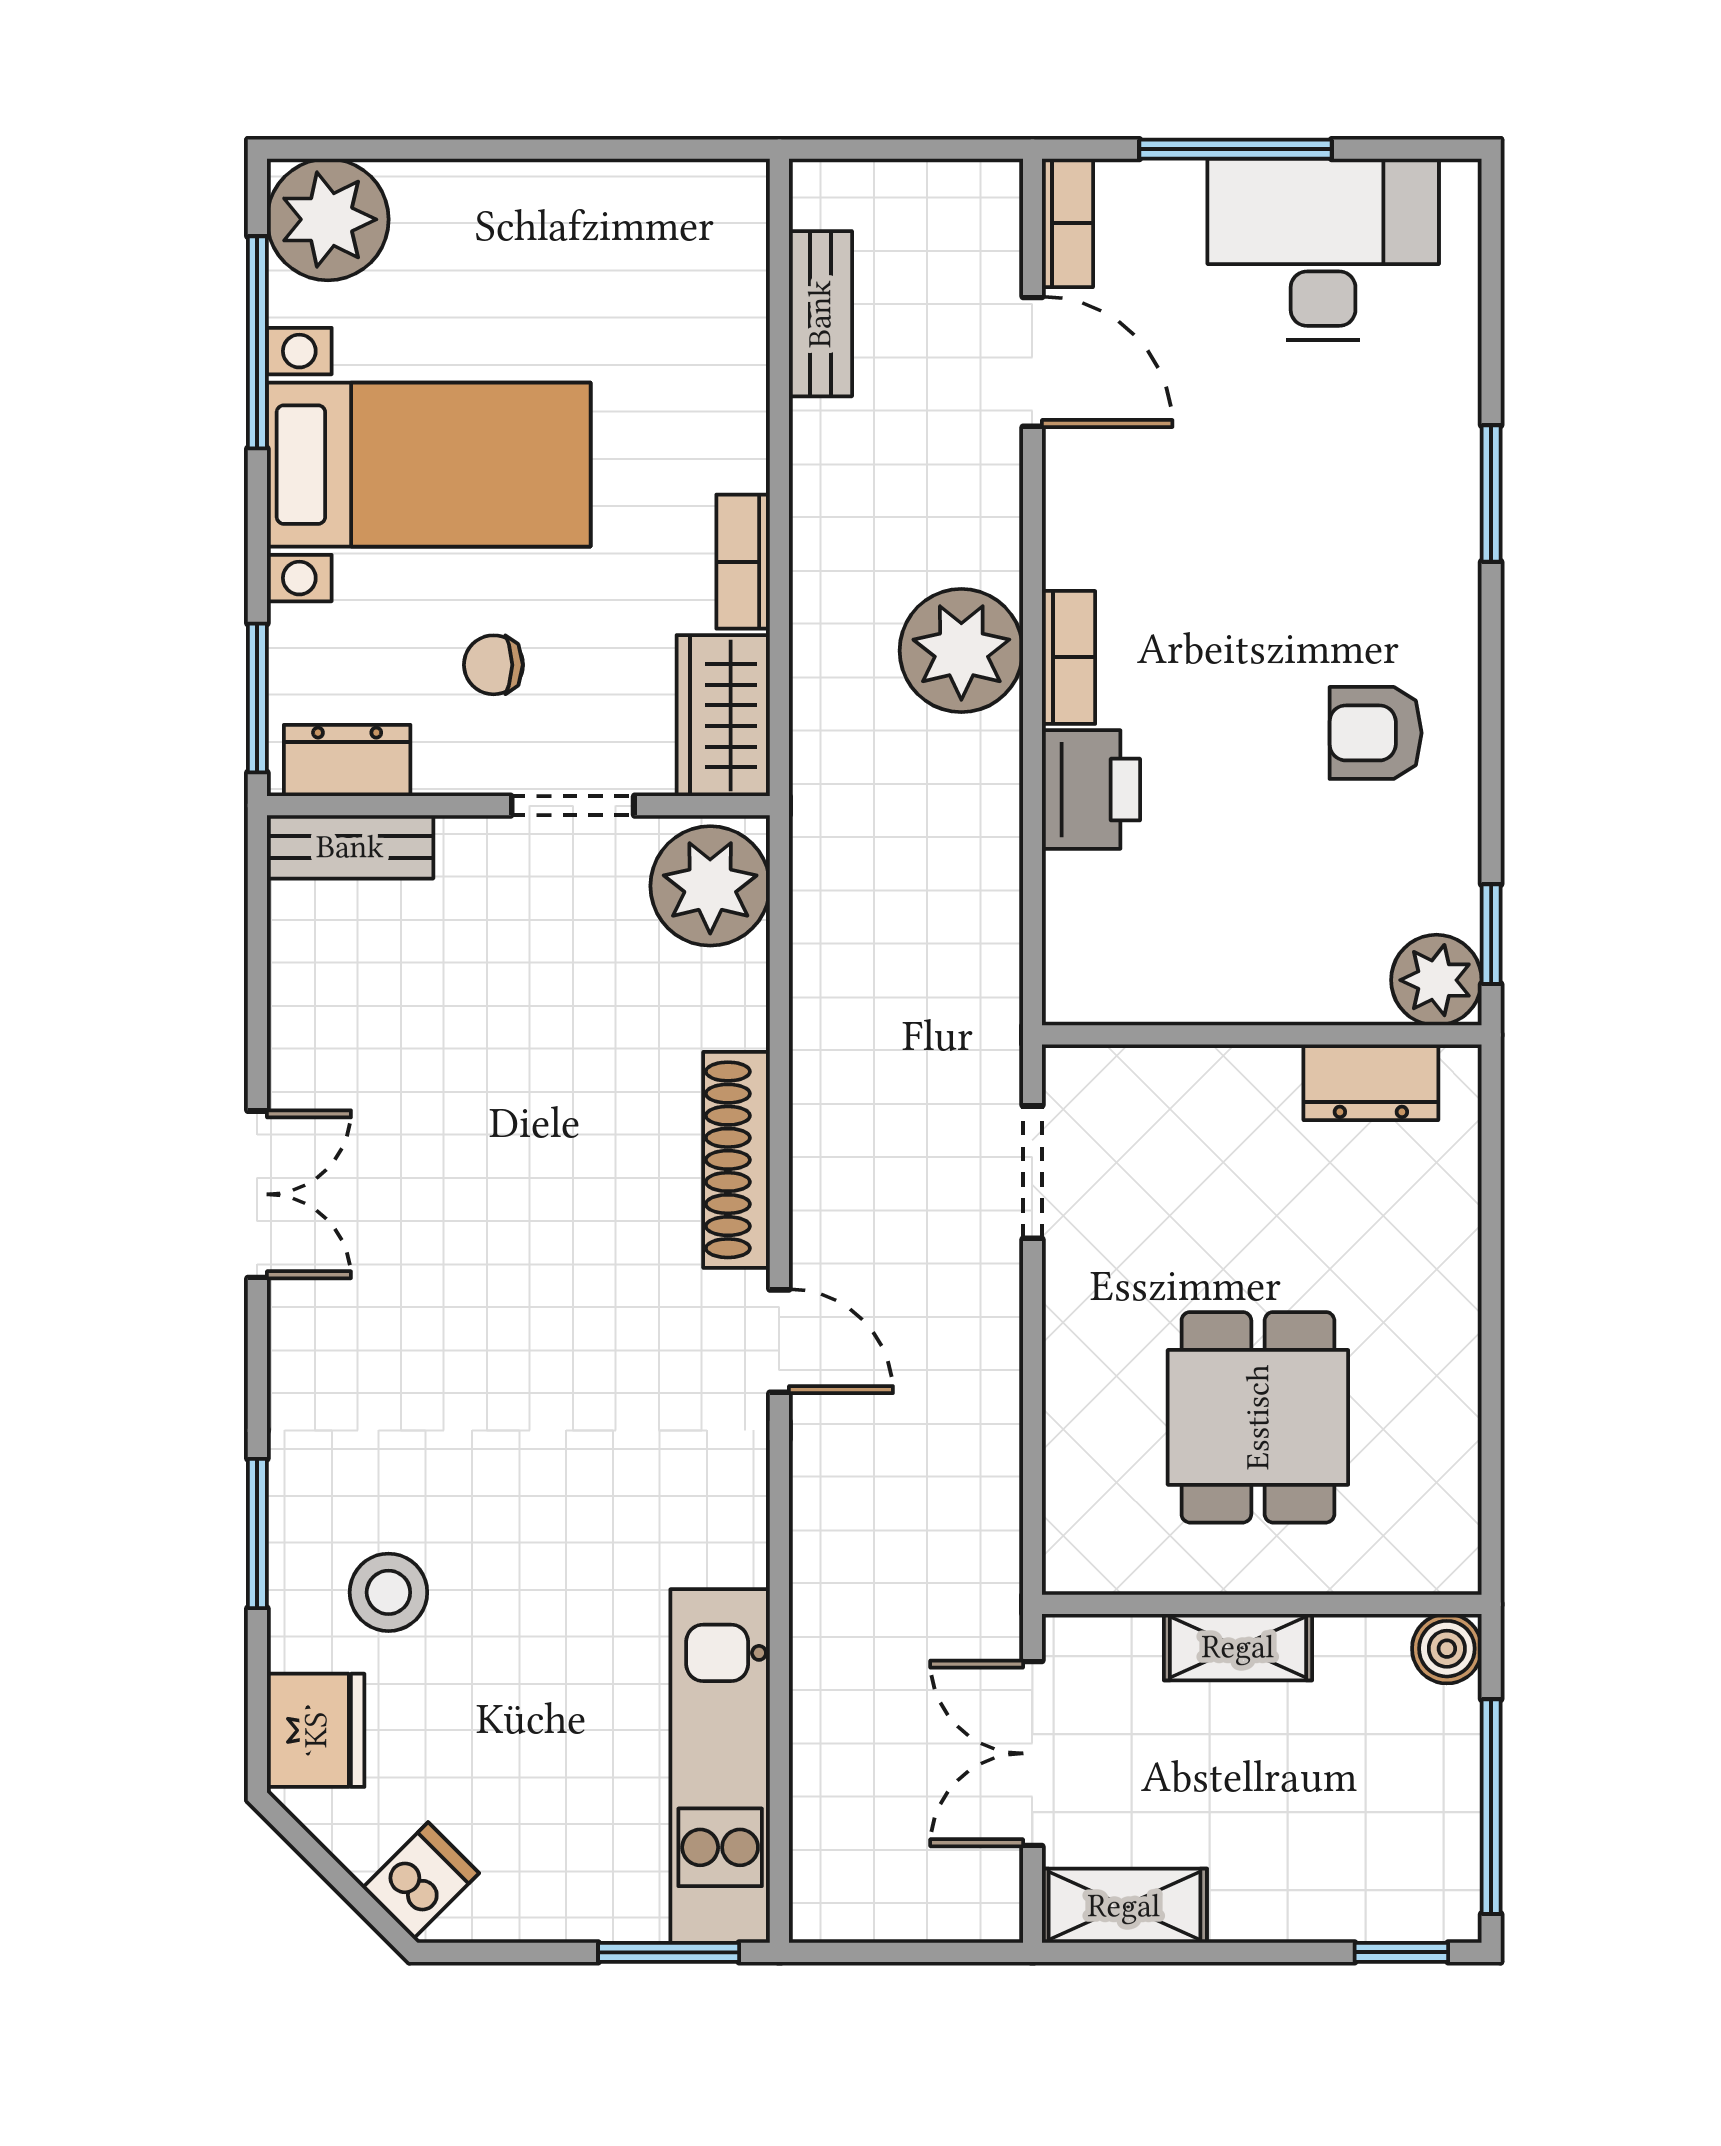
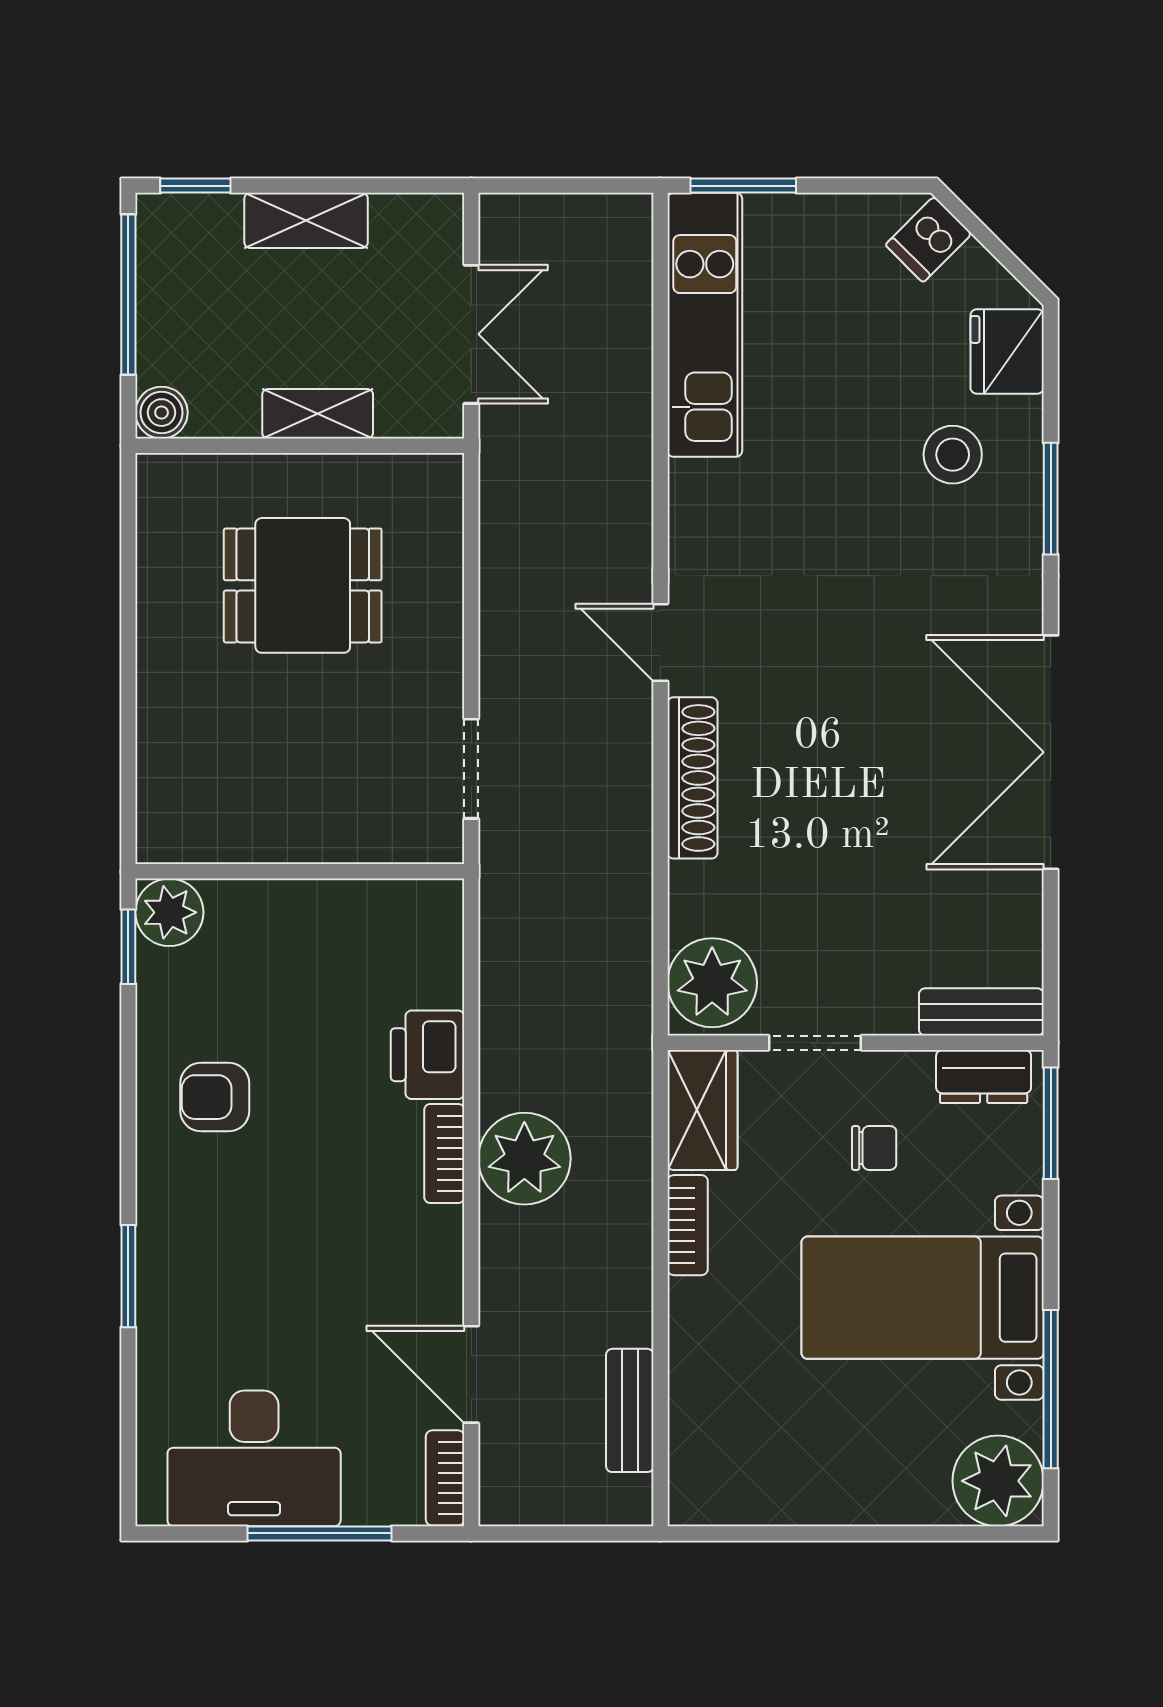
armchair: (1376, 733) -> (215, 1097), turned 180
dresser: (1371, 1082) -> (218, 836), removed
double door: (257, 1194) -> (1051, 752), width x1.87
dining table: (1258, 1417) -> (303, 585), turned 90
shelving: (1124, 1906) -> (306, 220), moved

